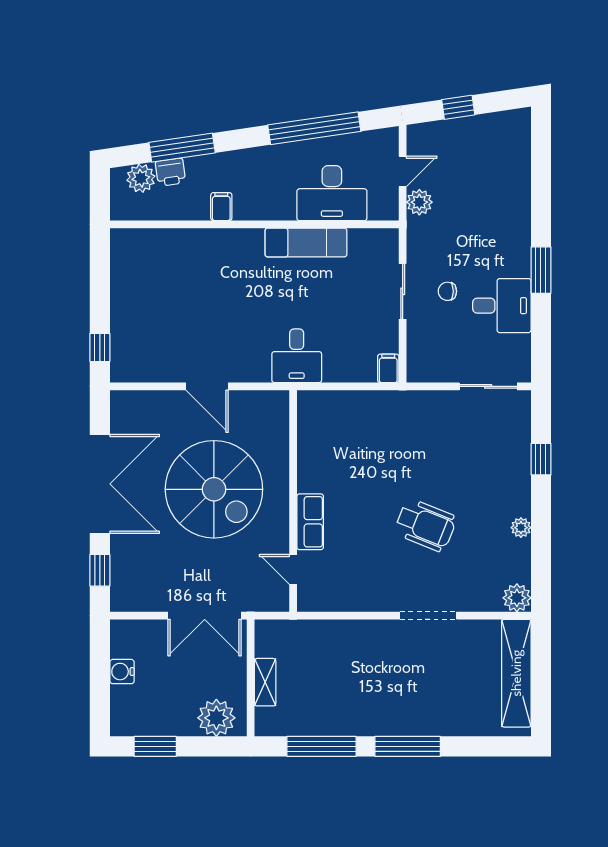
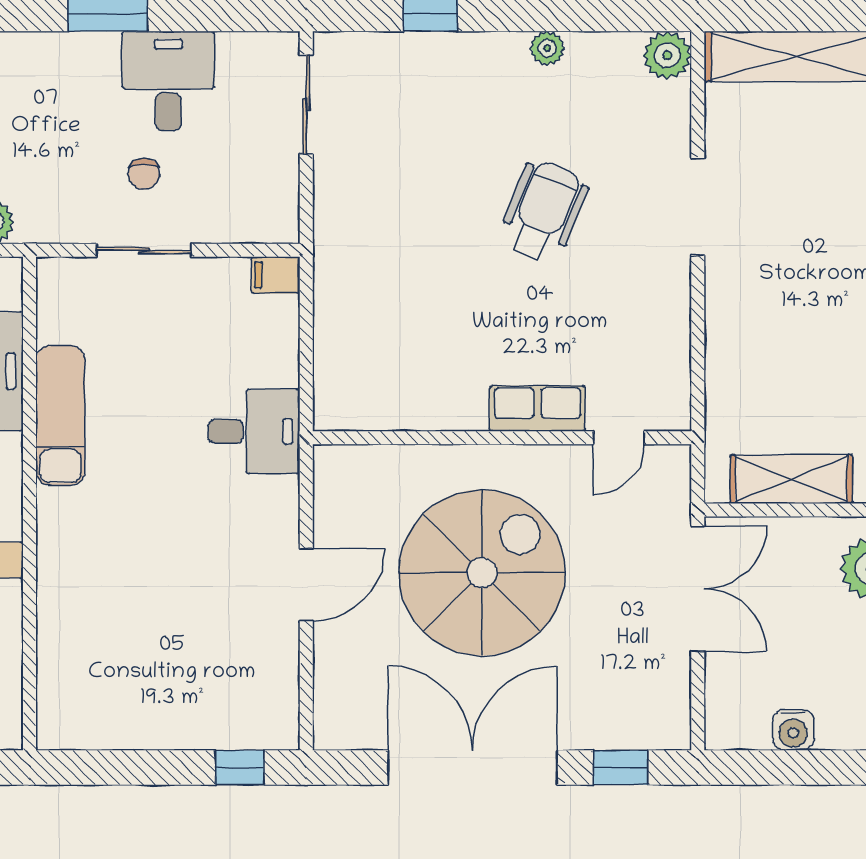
shelving: (265, 682) -> (791, 479), width x1.50, depth x1.33

